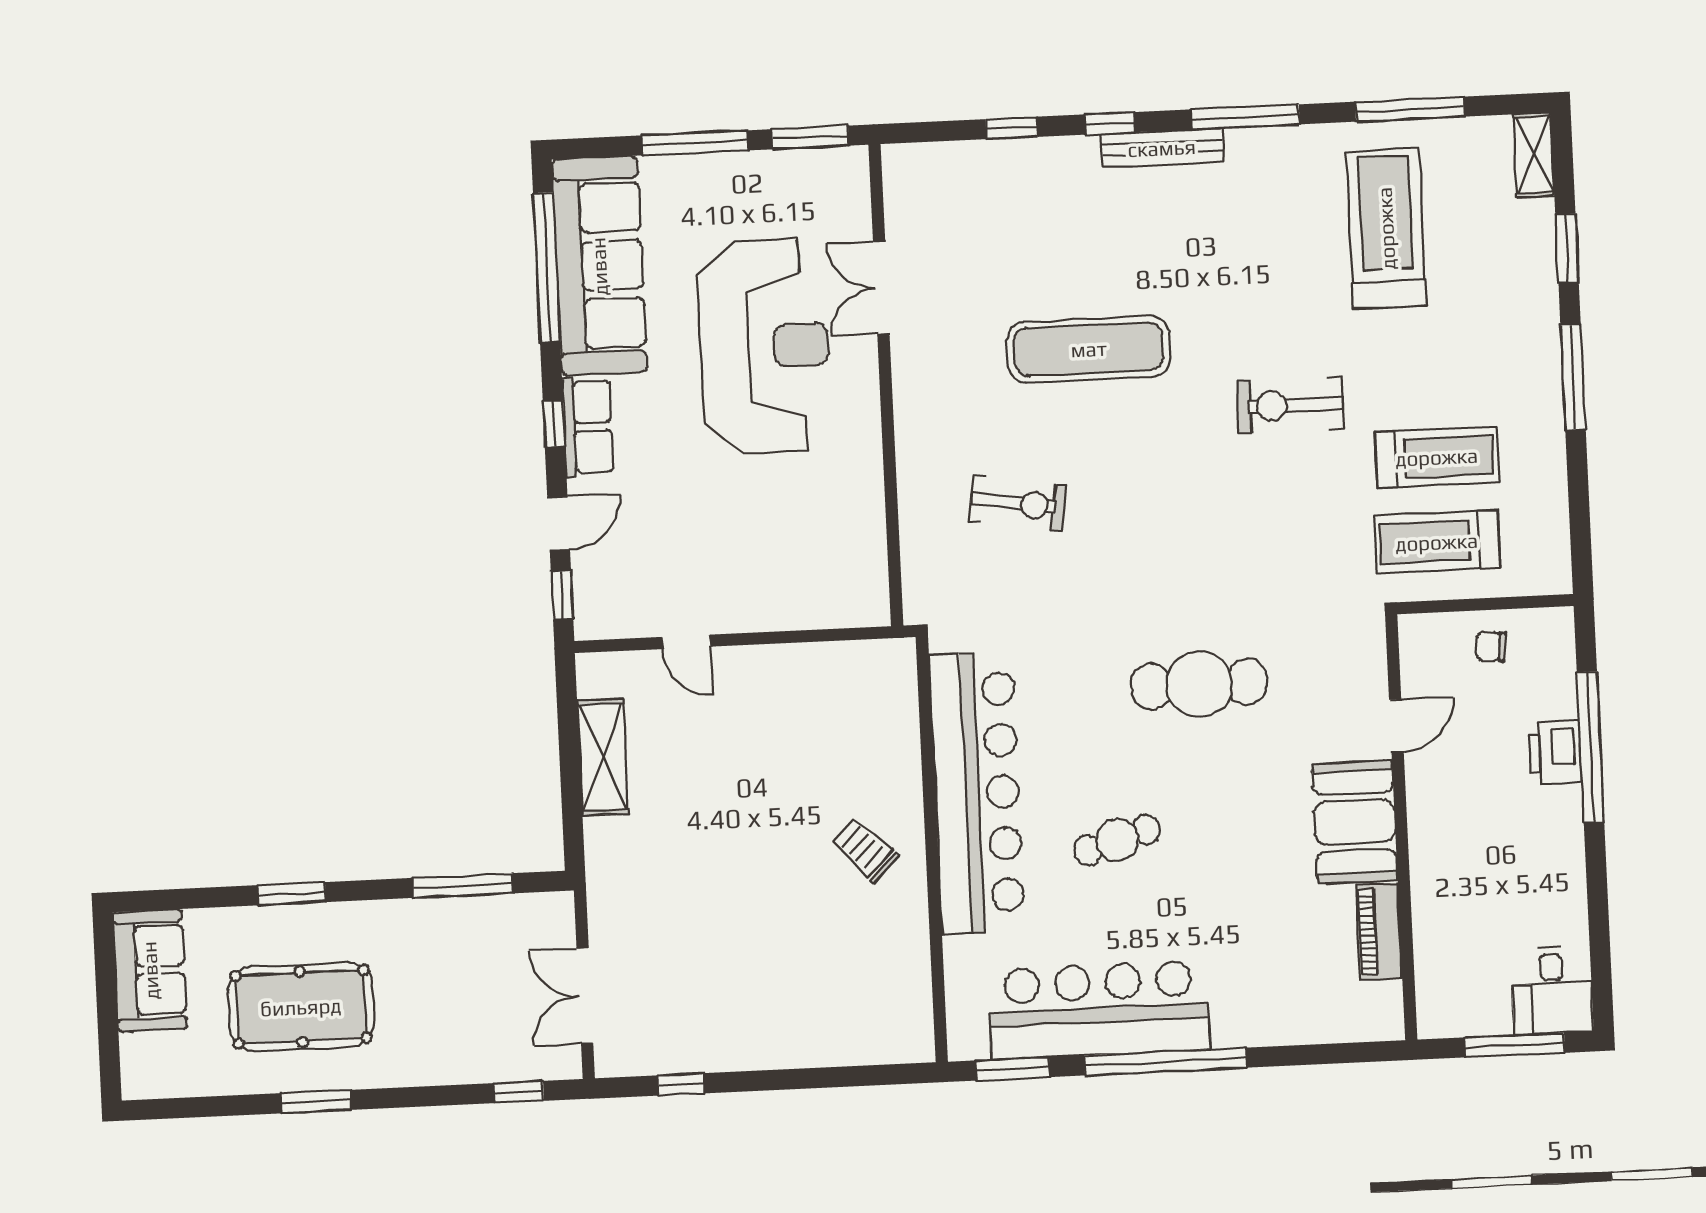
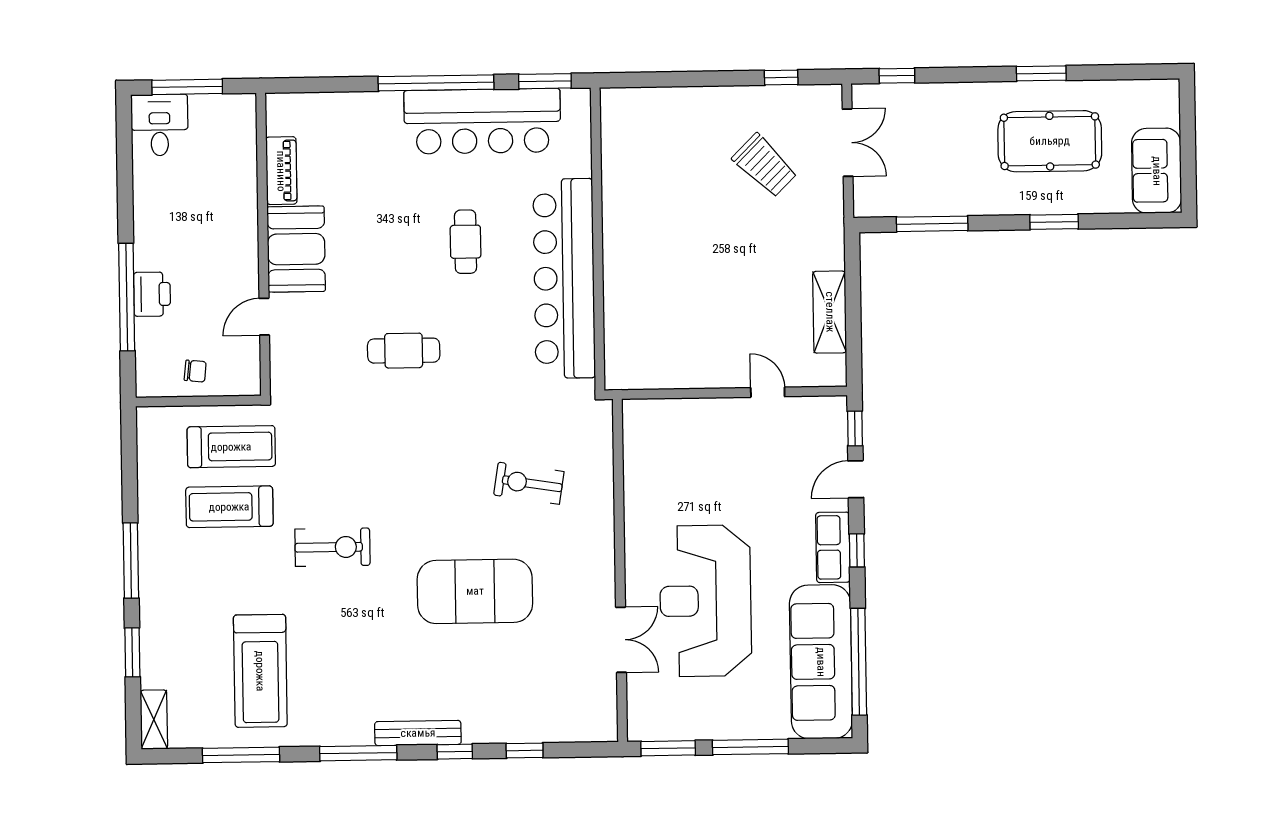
exercise mat: (1089, 349) -> (475, 591), width x1.47
cafe table: (1199, 684) -> (404, 351), width x0.73, depth x0.74
cafe table: (1117, 840) -> (466, 242), turned -73
trolley: (865, 850) -> (765, 165), moved, width x1.36, depth x1.39

